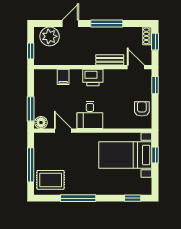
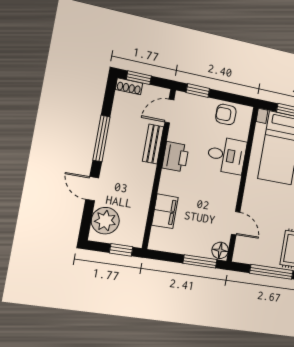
filing cabinet: (63, 77) -> (165, 211), width x2.00
printer: (93, 77) -> (175, 157), moved
desk: (90, 115) -> (227, 155), moved
door: (63, 131) -> (236, 223), swing flipped

